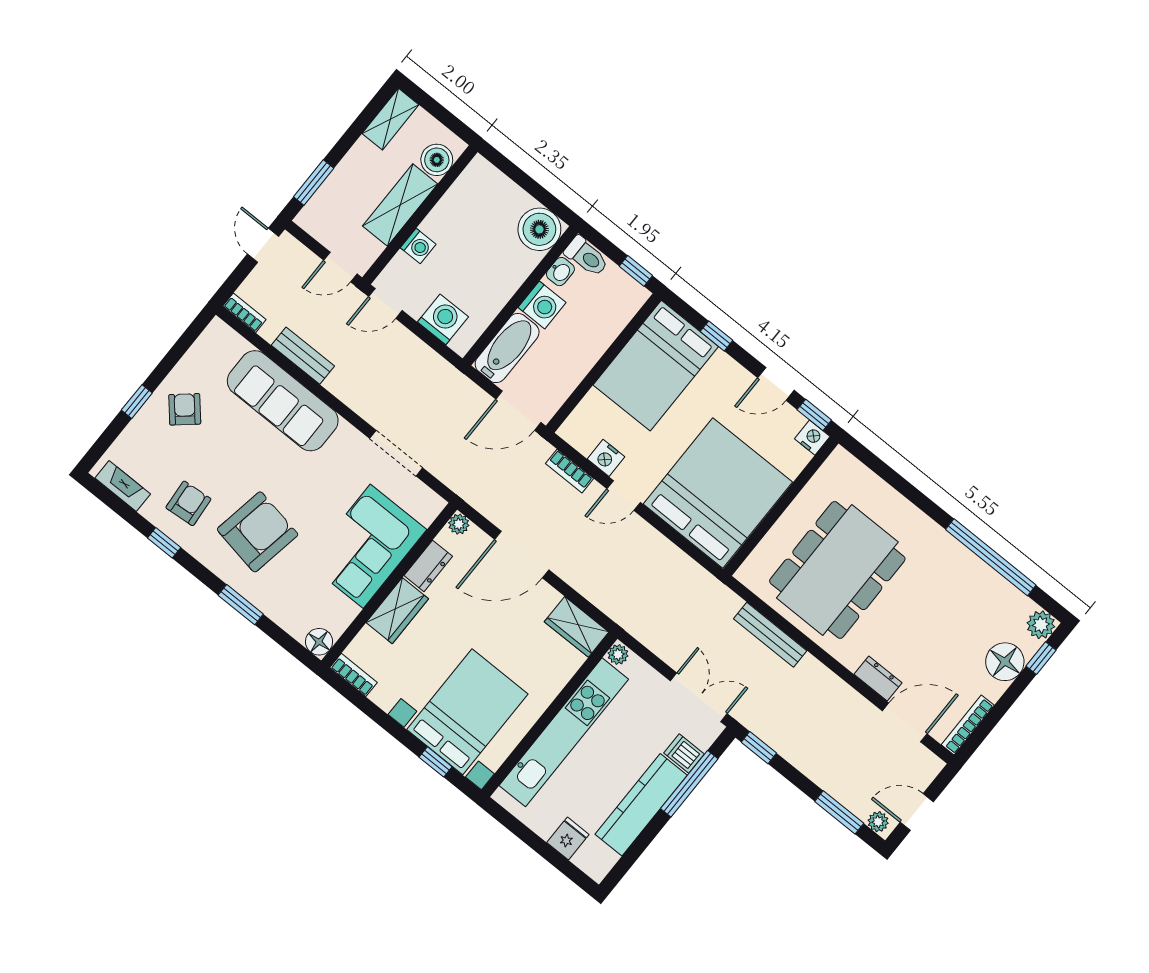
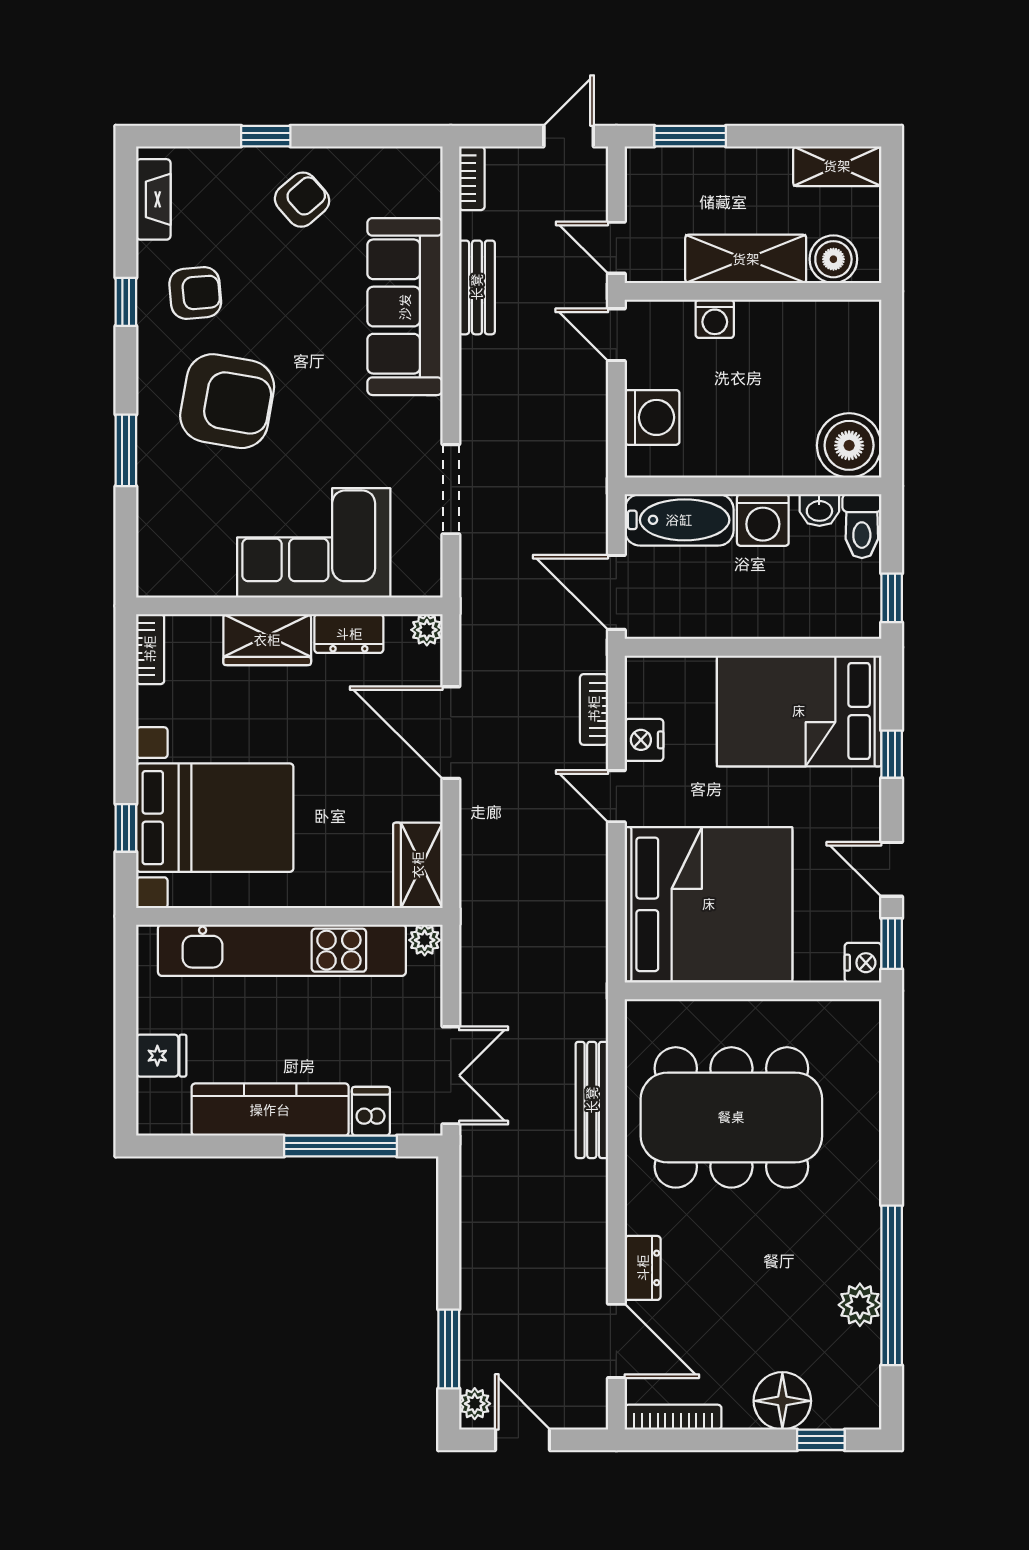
plant: (1041, 625) -> (860, 1305), moved
floor lamp: (319, 642) -> (157, 577), removed
window: (759, 748) -> (449, 1194), removed

